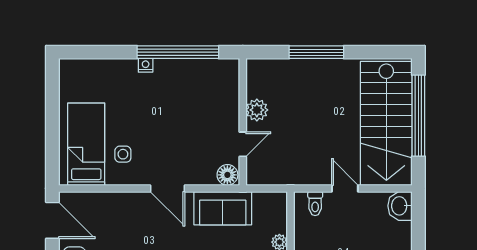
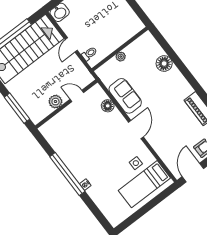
plant: (257, 110) -> (55, 102), moved
wall: (243, 122) -> (66, 104), moved
door: (243, 144) -> (77, 96), moved

